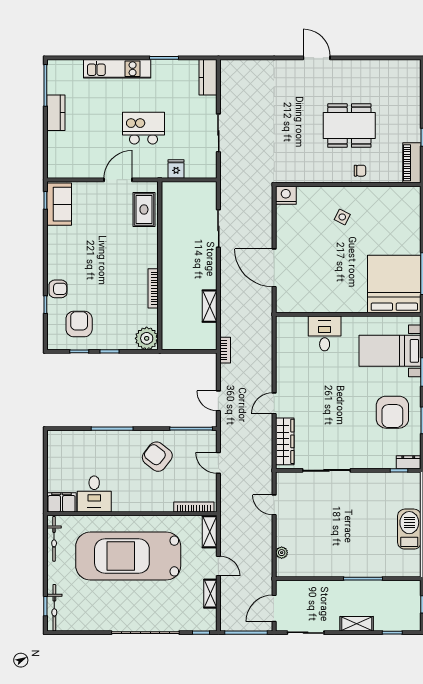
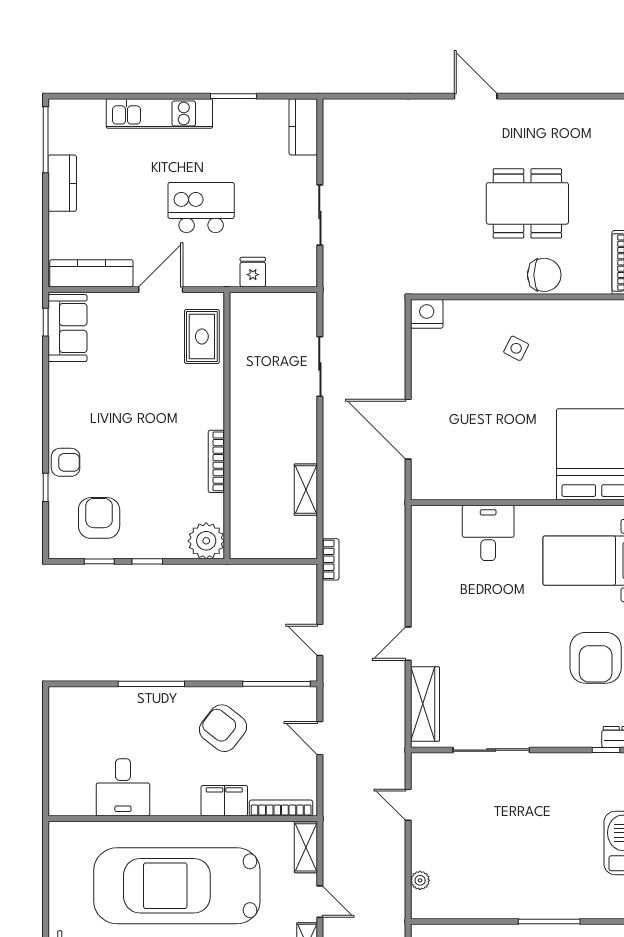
kitchen counter: (74, 170) -> (91, 273), added
chair: (360, 171) -> (544, 275), width x1.87, depth x1.87
filing cabinet: (62, 502) -> (224, 801), moved
bicycle: (54, 539) -> (59, 858), removed

